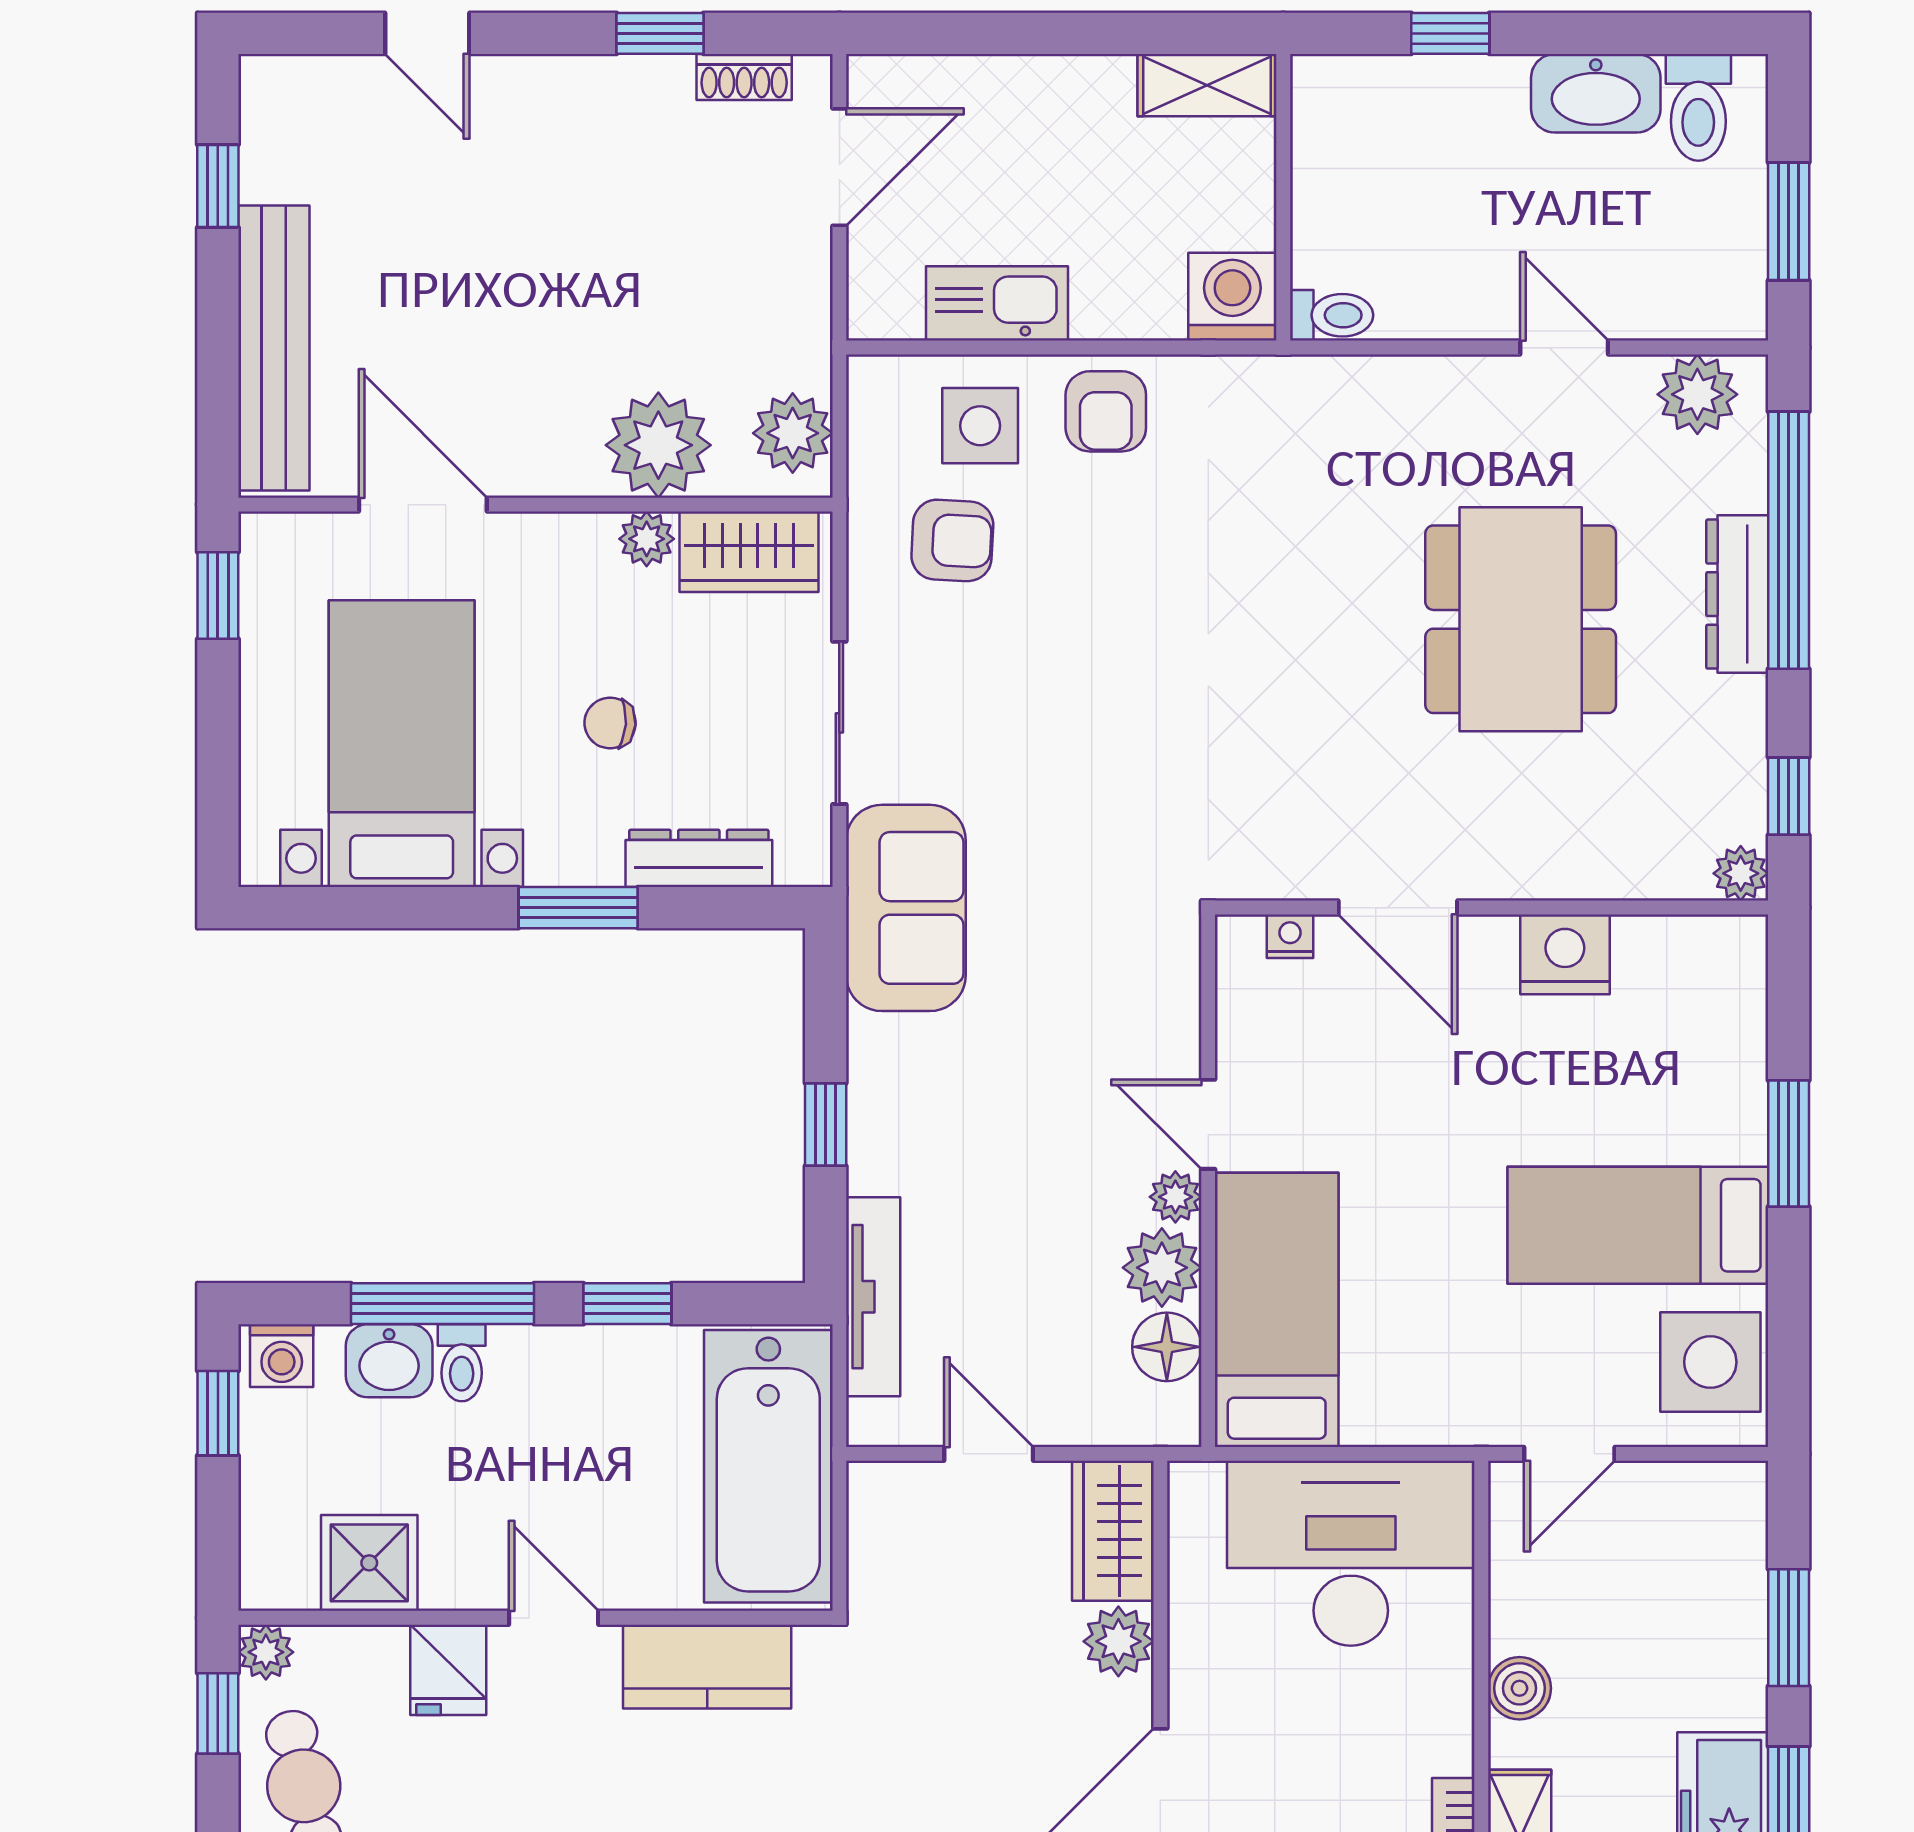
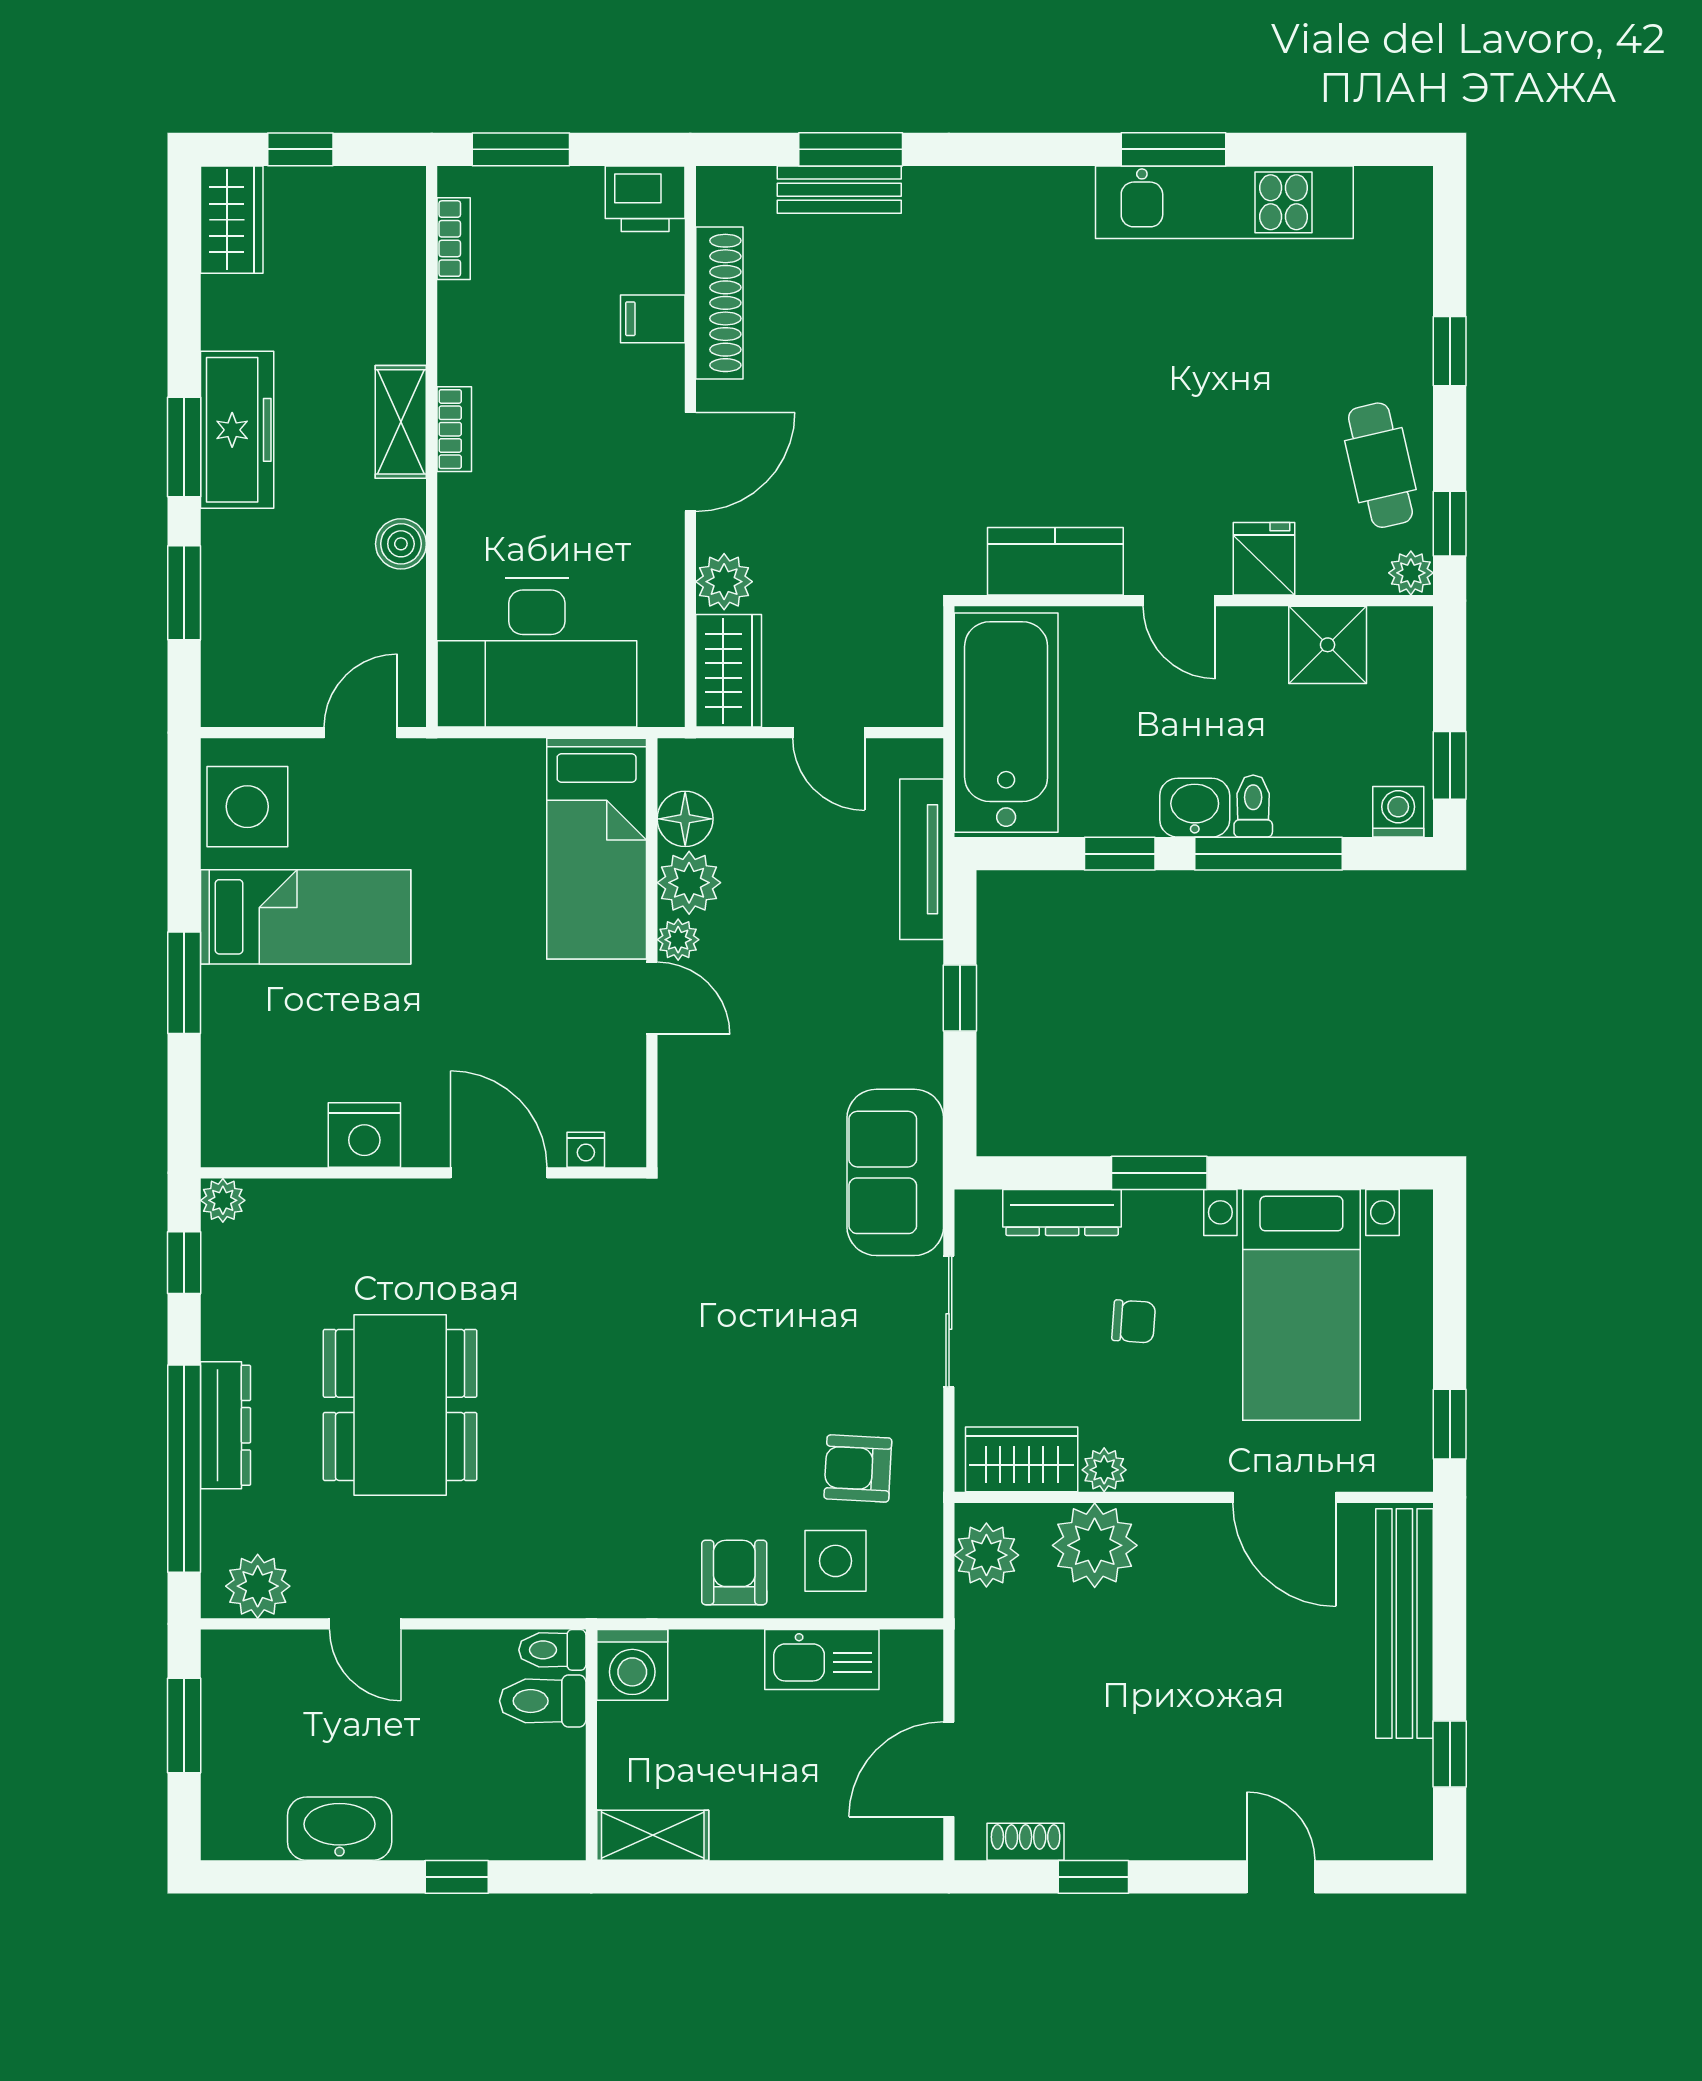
toilet: (1698, 107) -> (543, 1701), moved, turned -90
washbasin: (389, 1361) -> (1195, 808), moved

